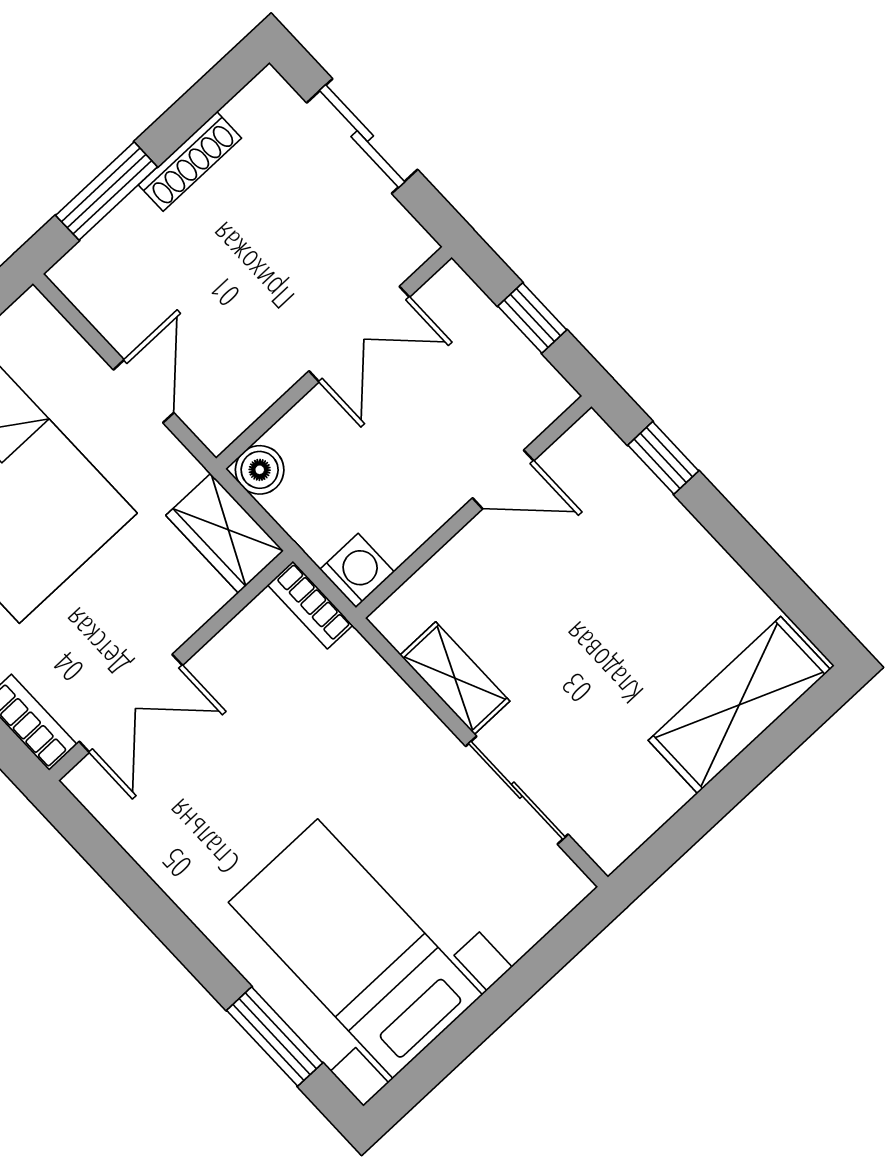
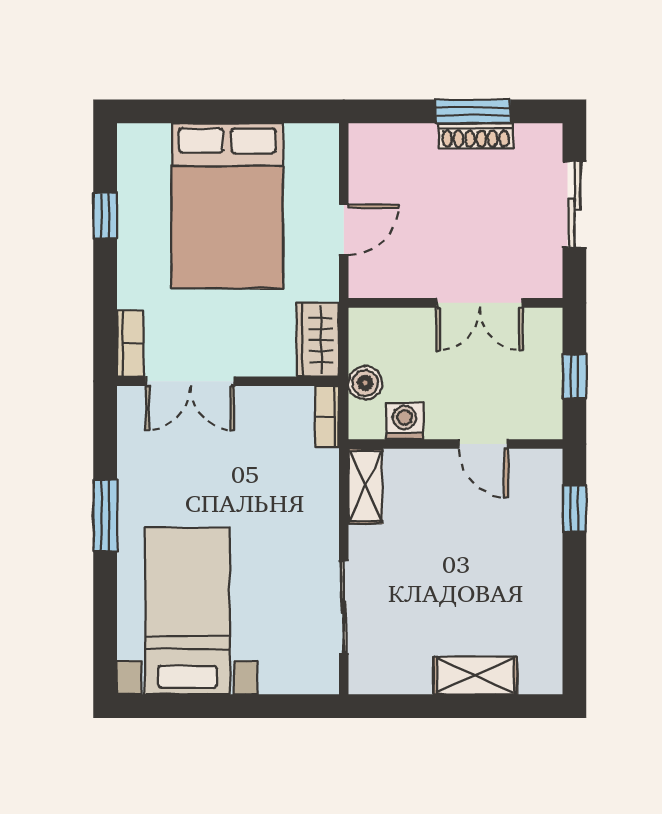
window: (107, 191) -> (473, 111), moved
boiler: (260, 470) -> (365, 383), moved
washing machine: (357, 571) -> (405, 421), moved, turned -90
shelving: (455, 678) -> (365, 486), moved
shelving: (739, 705) -> (475, 676), width x0.67, depth x0.75
window: (275, 1037) -> (105, 515), moved

